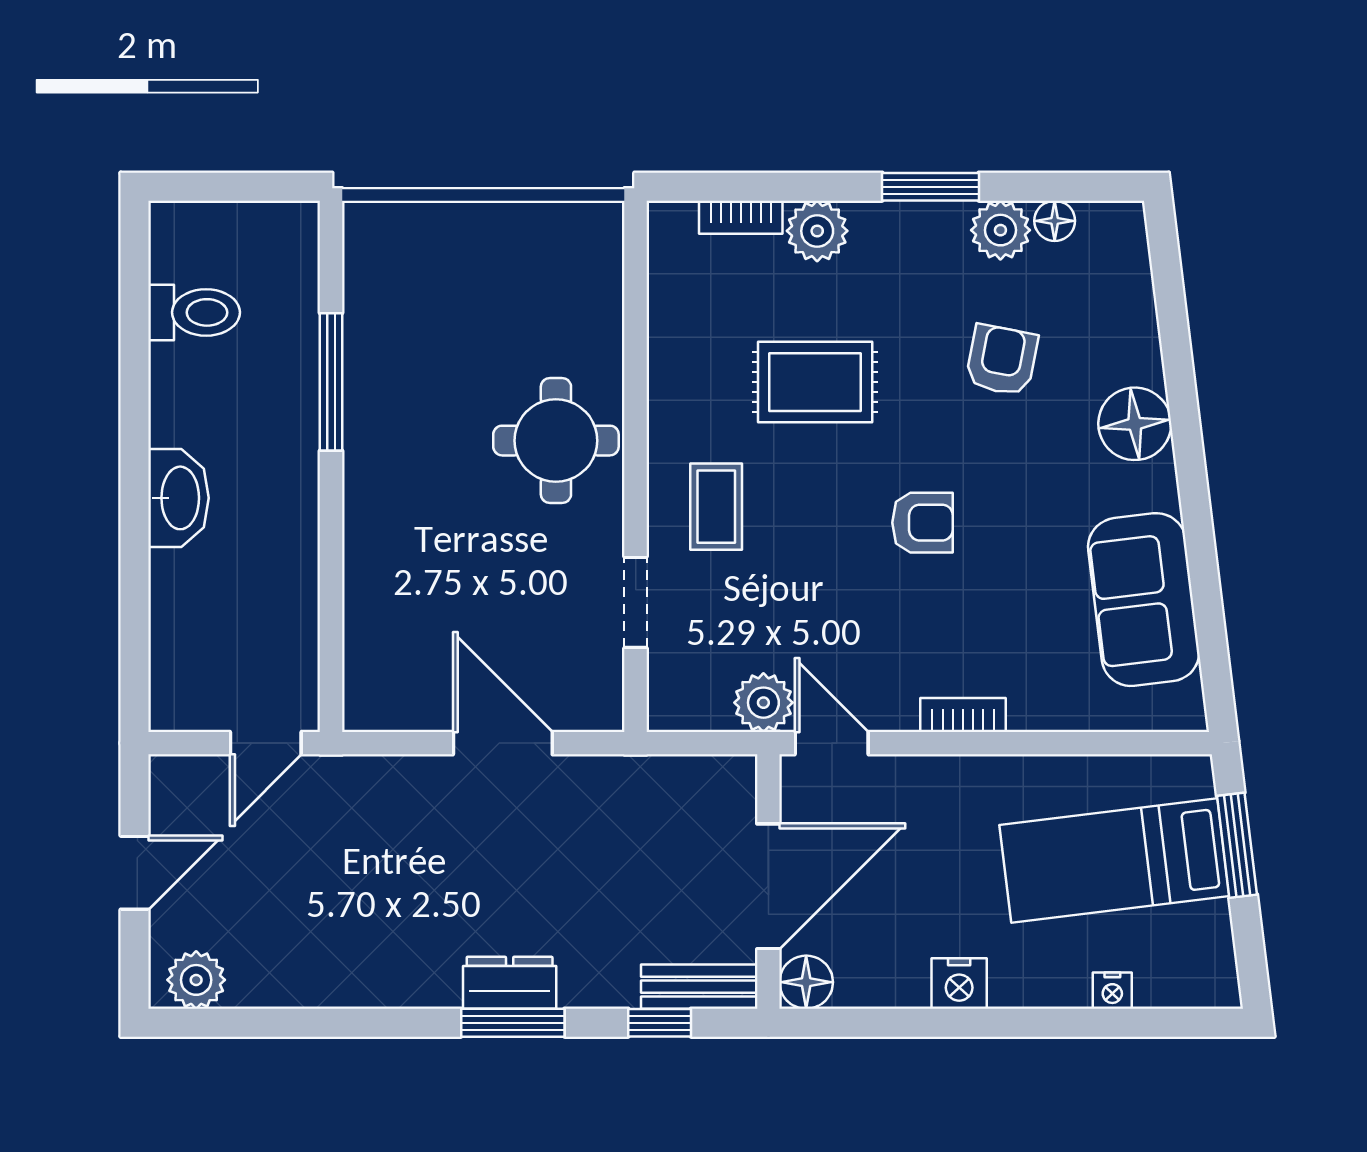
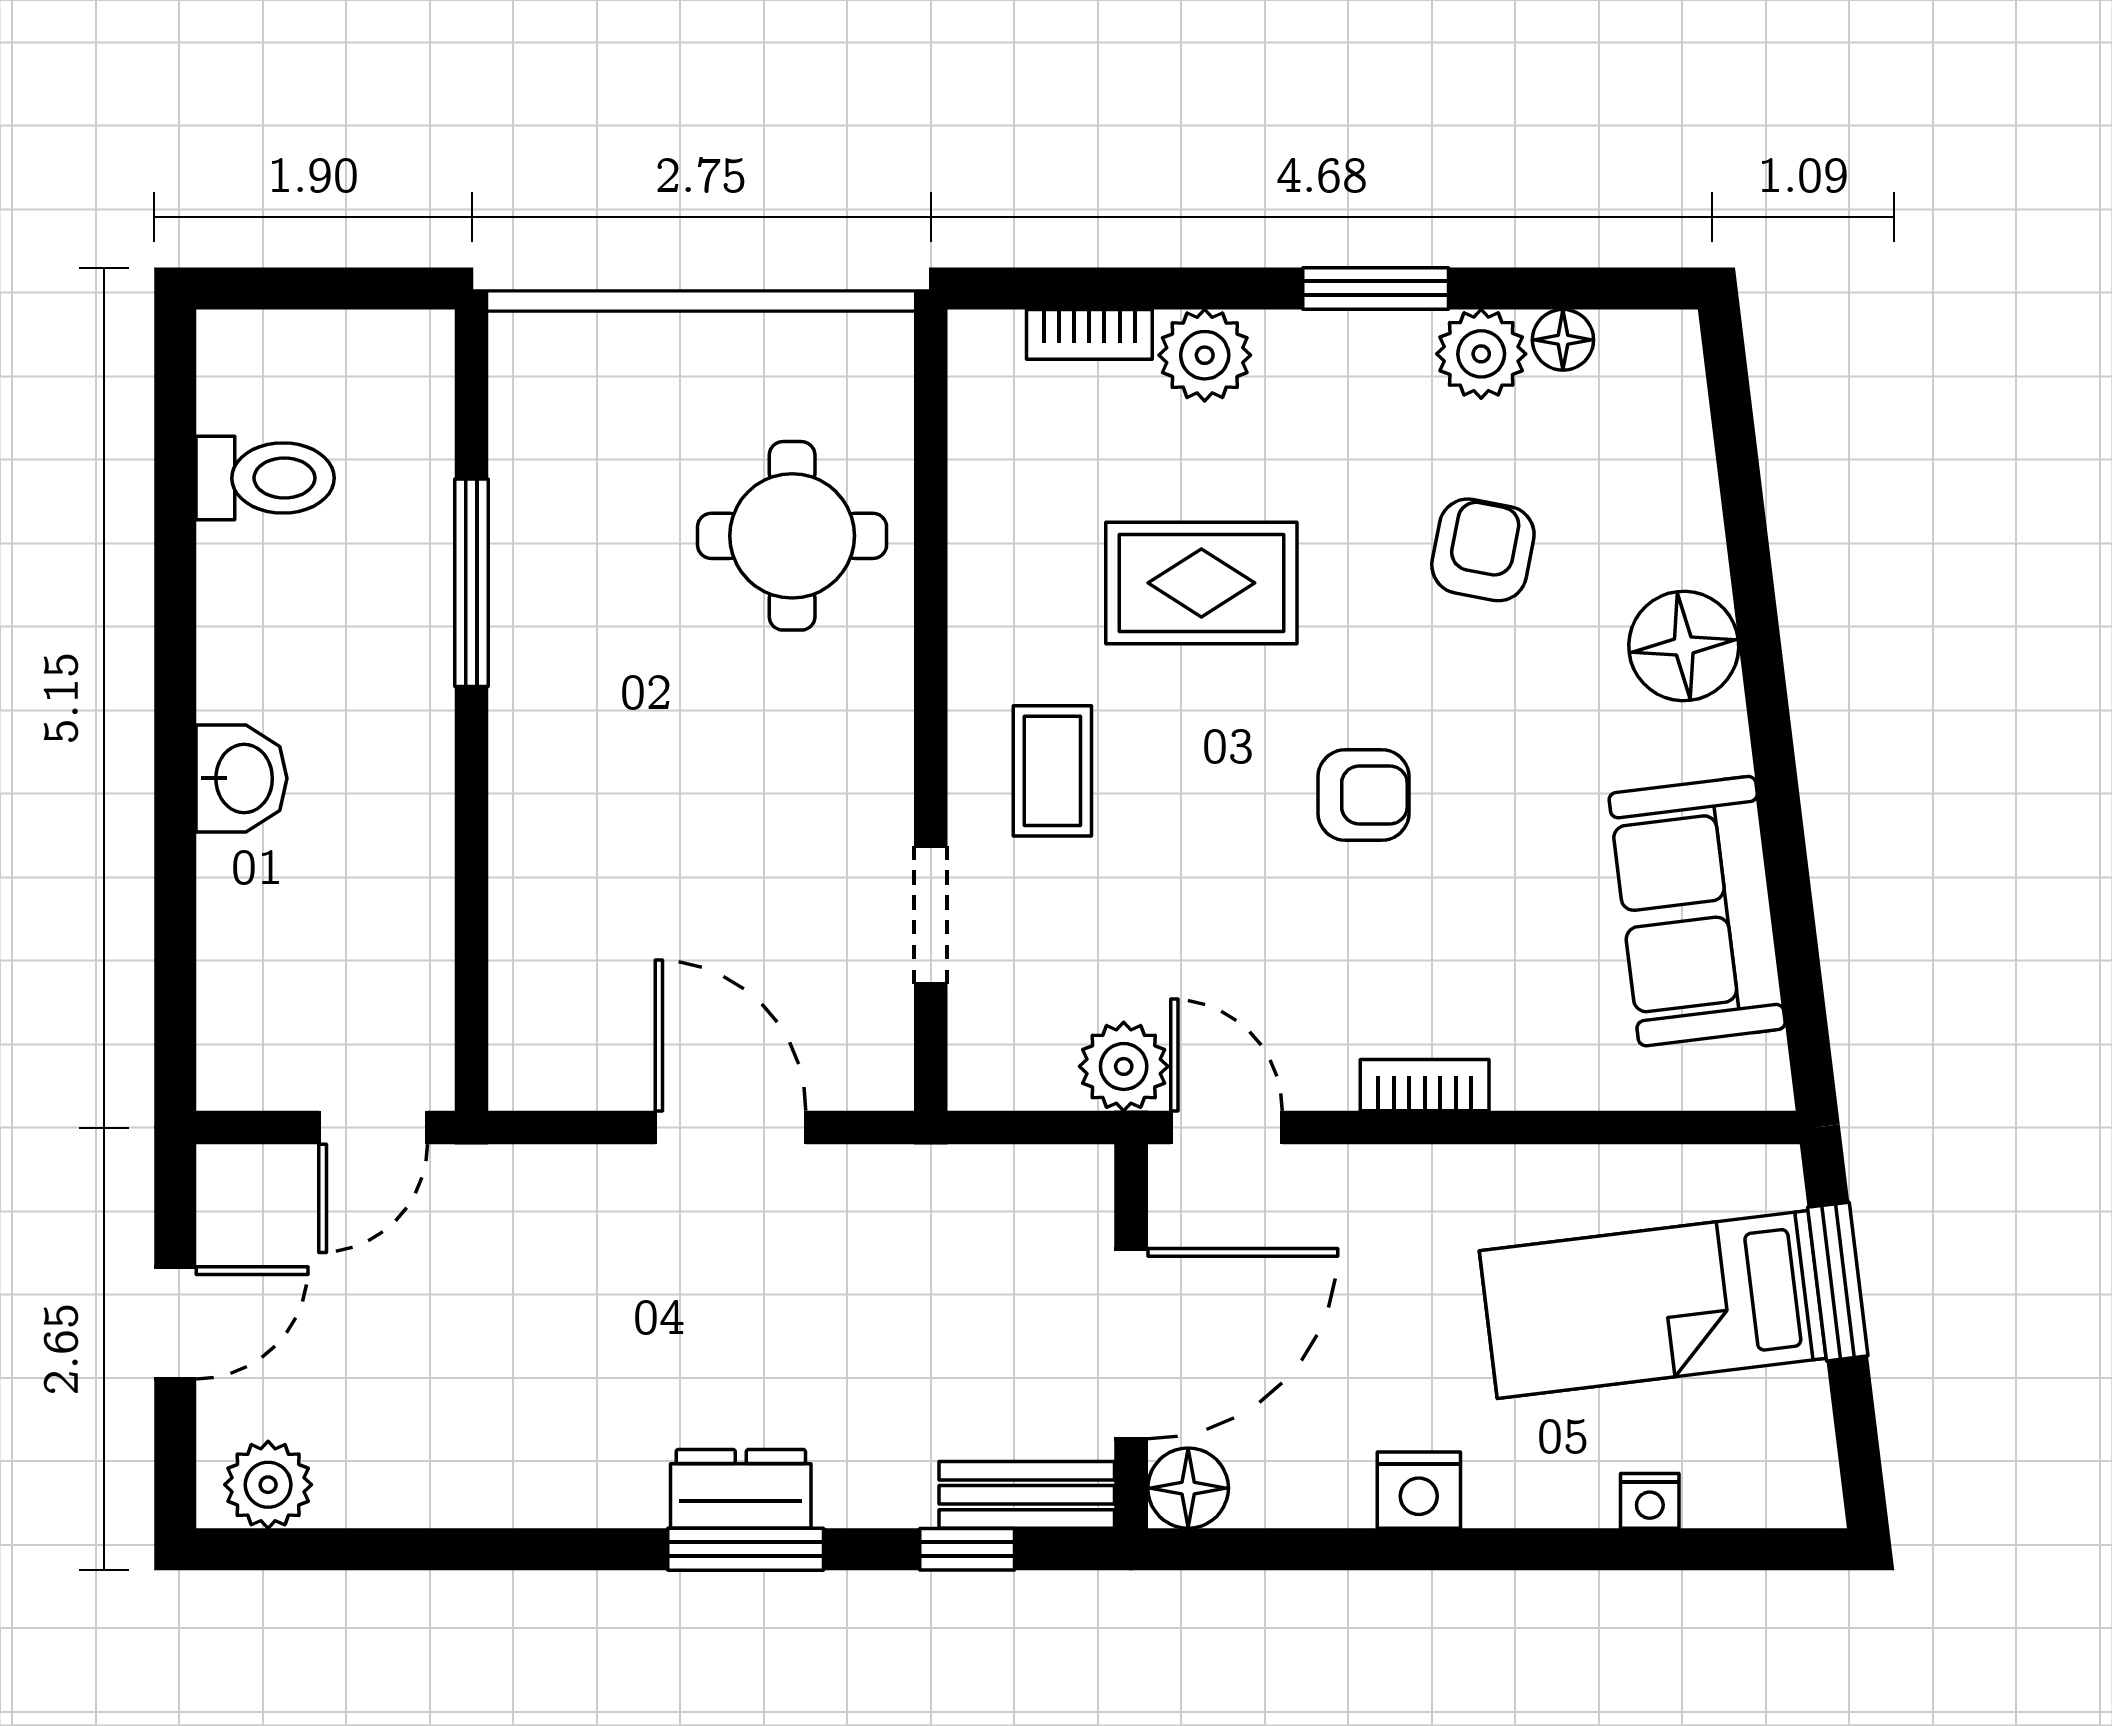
round table: (556, 441) -> (792, 536), moved
washbasin: (178, 498) -> (241, 778), width x0.72

